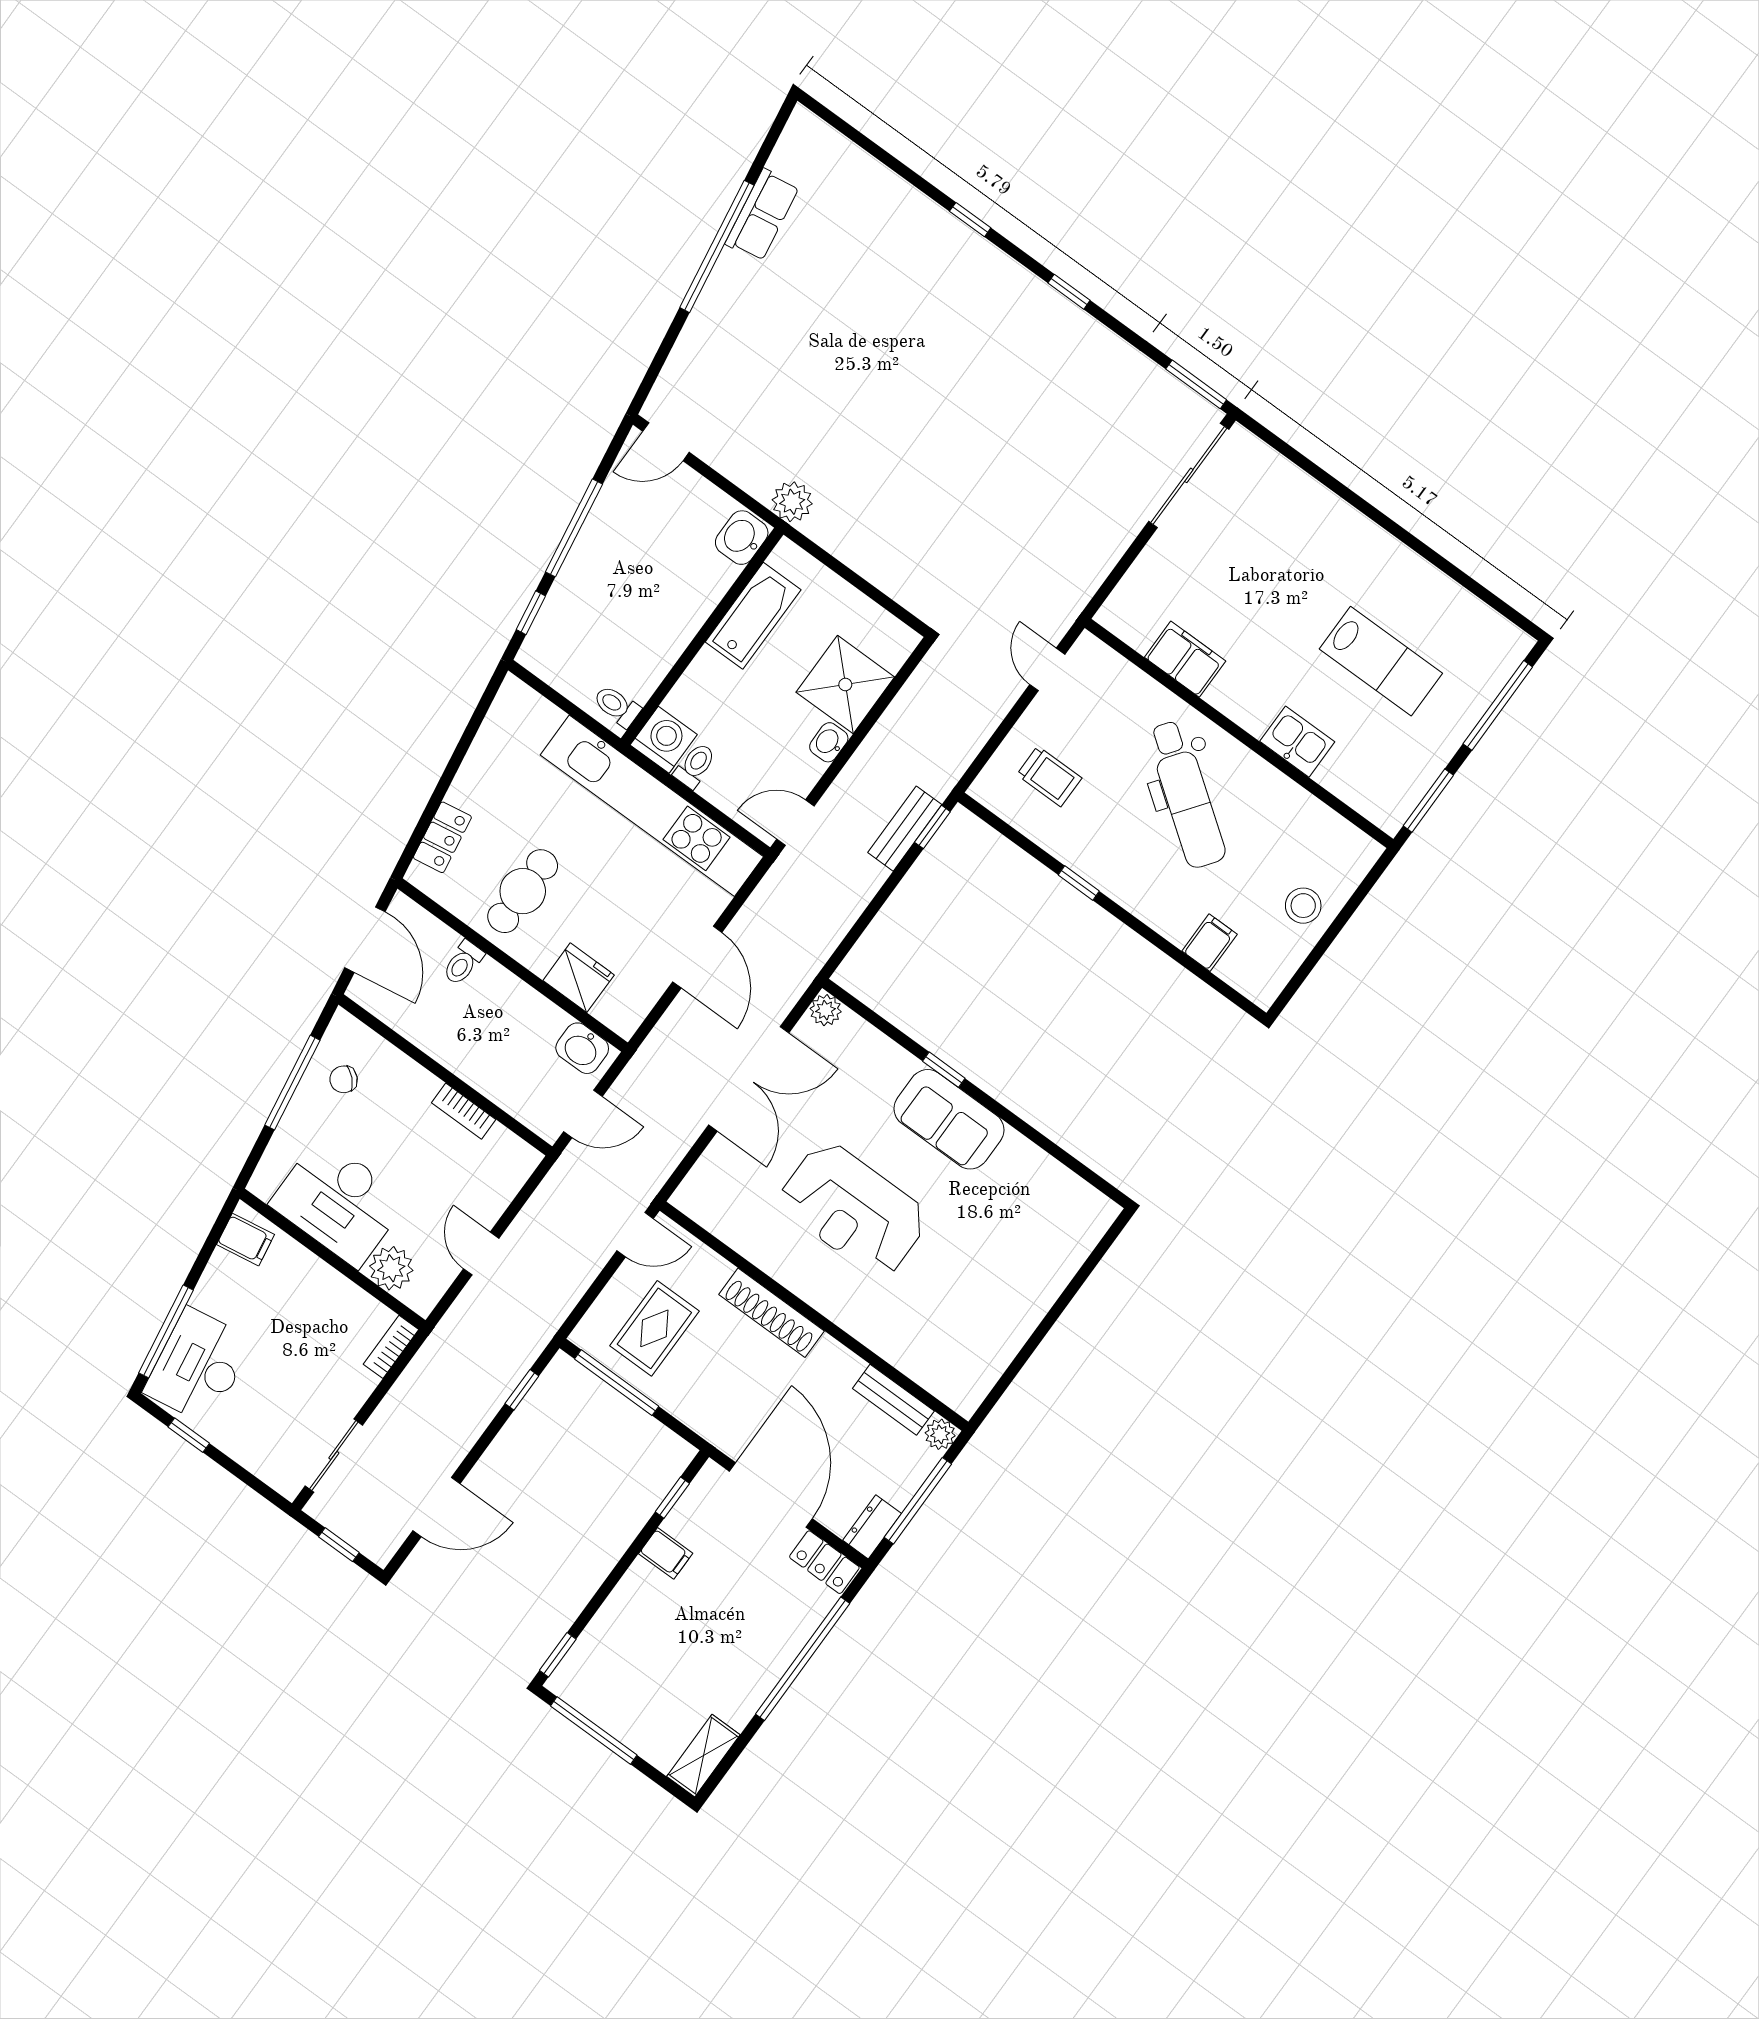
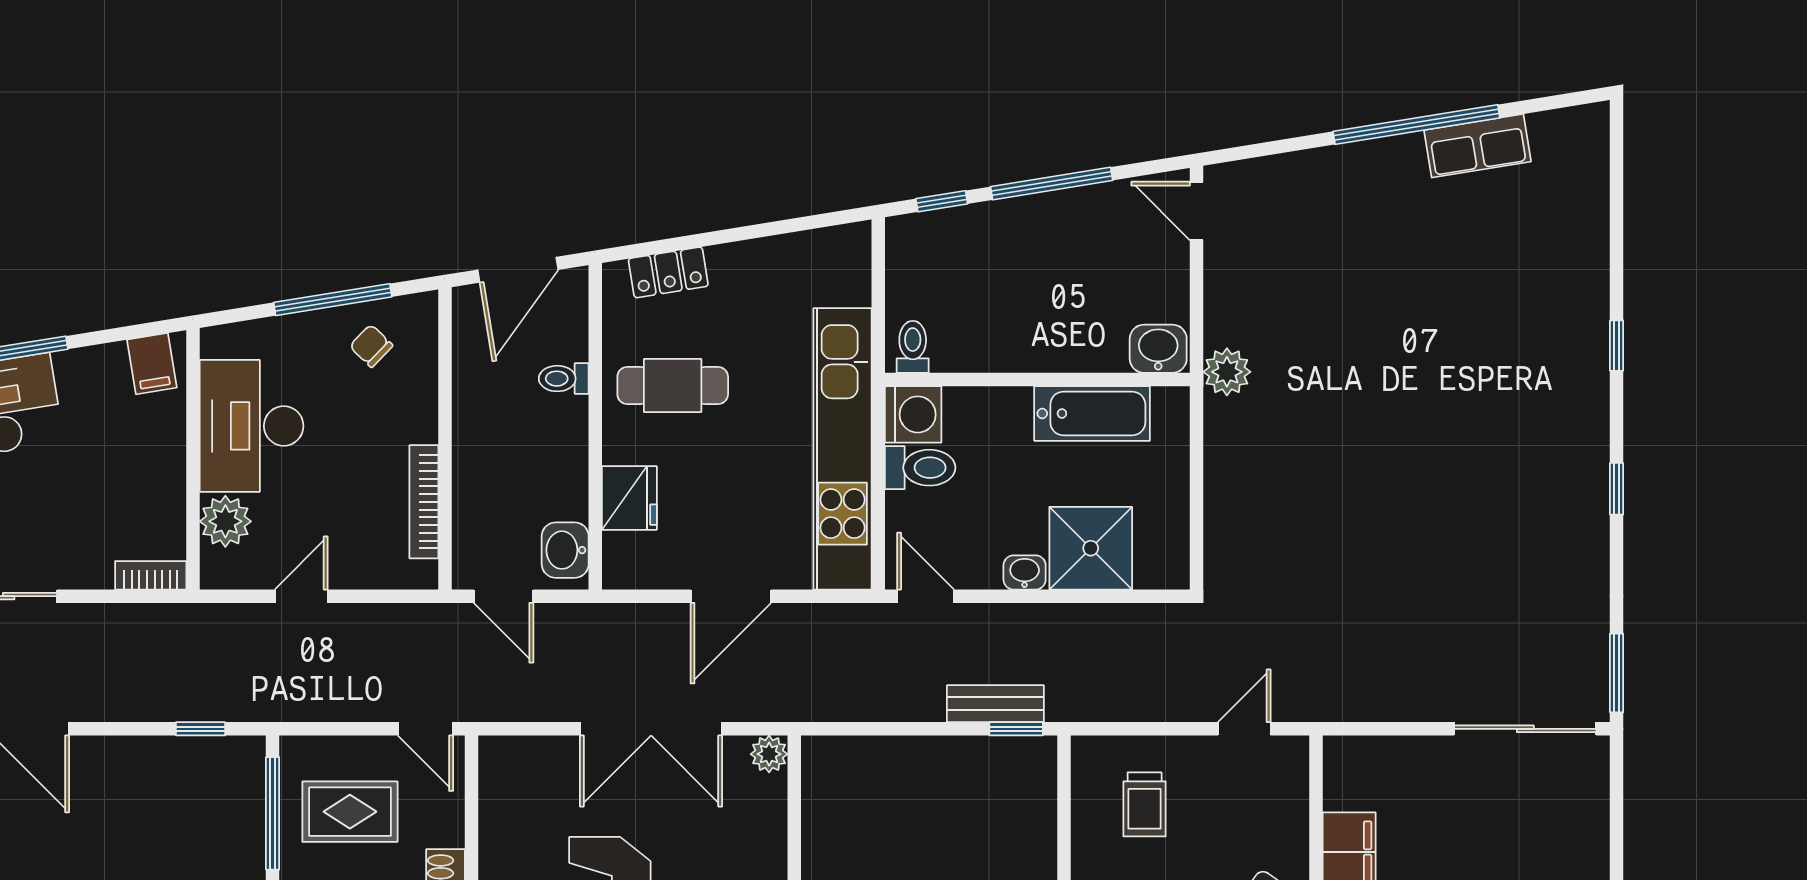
toilet: (695, 766) -> (920, 468), width x1.37, depth x1.39
bookcase: (464, 1111) -> (424, 502), width x1.56

